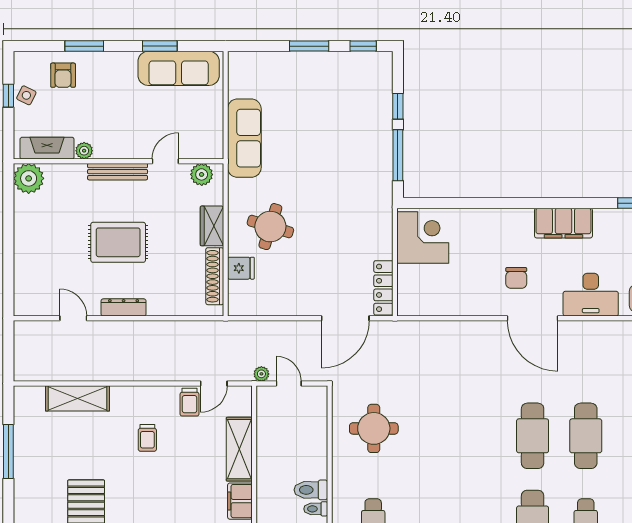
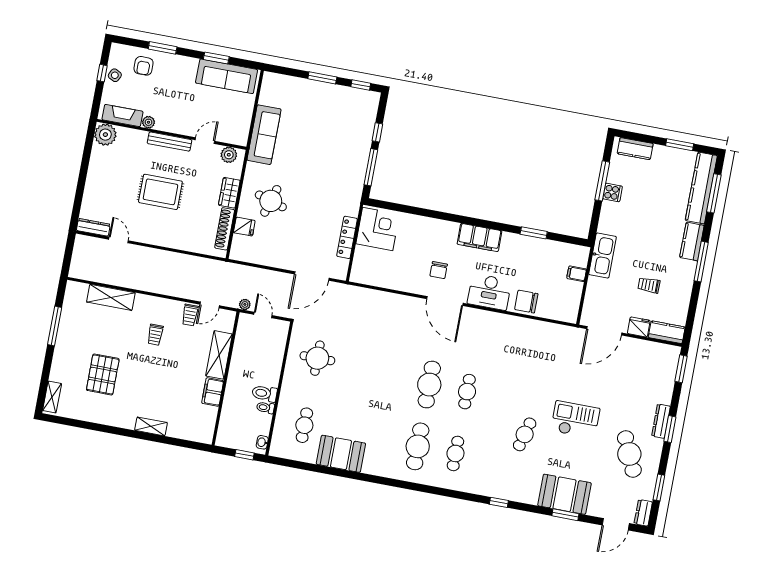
locker: (383, 288) -> (347, 237), moved
dresser: (124, 307) -> (93, 227), moved
cafe table: (586, 436) -> (467, 392), width x0.73, depth x0.74

